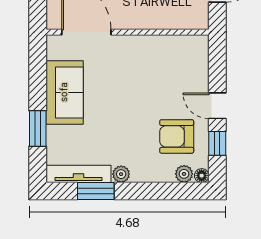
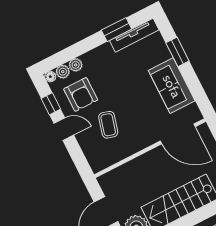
coffee table: (162, 84) -> (108, 125), added
armchair: (177, 136) -> (81, 94), turned 90
plant: (121, 174) -> (76, 65), moved

